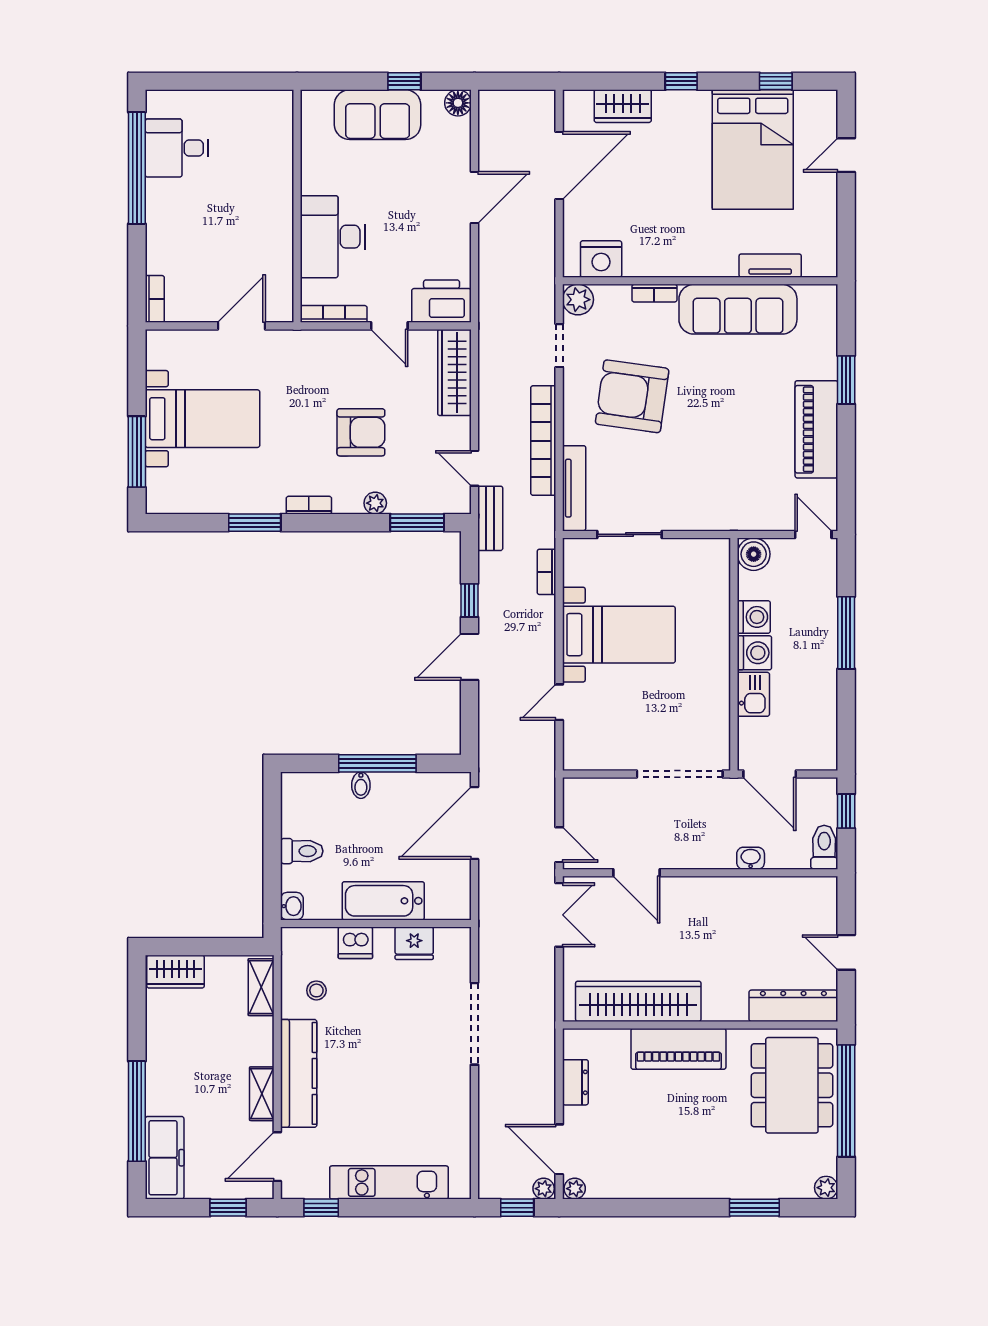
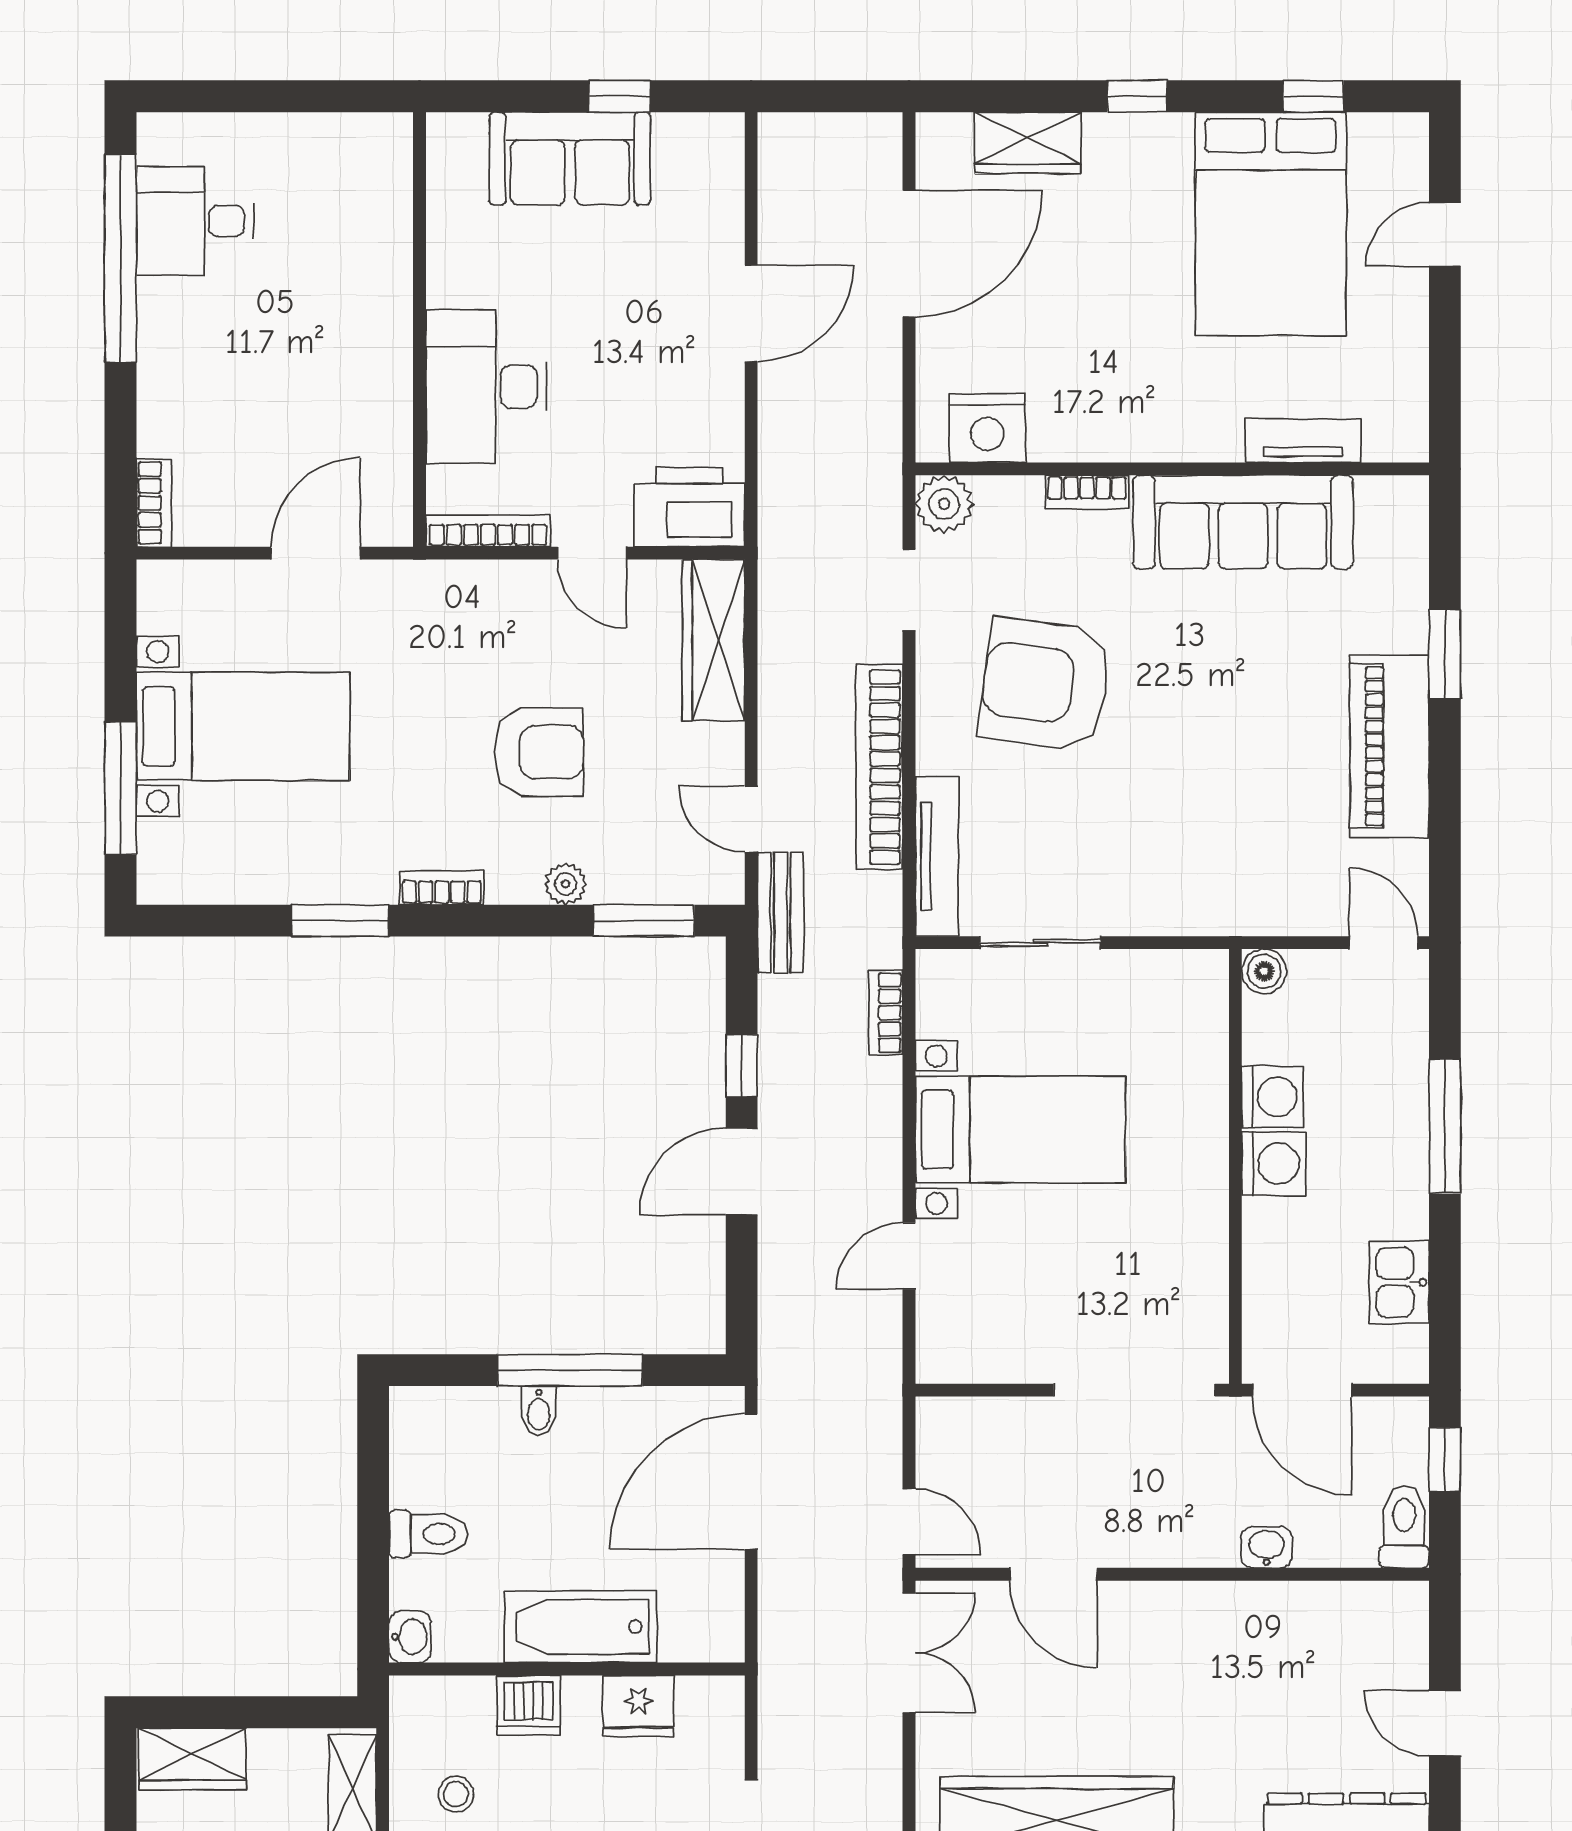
floor lamp: (458, 103) -> (720, 137), removed
boiler: (754, 554) -> (1264, 971), width x0.73, depth x0.73
kitchen sink: (753, 694) -> (1399, 1282), moved, turned 180

